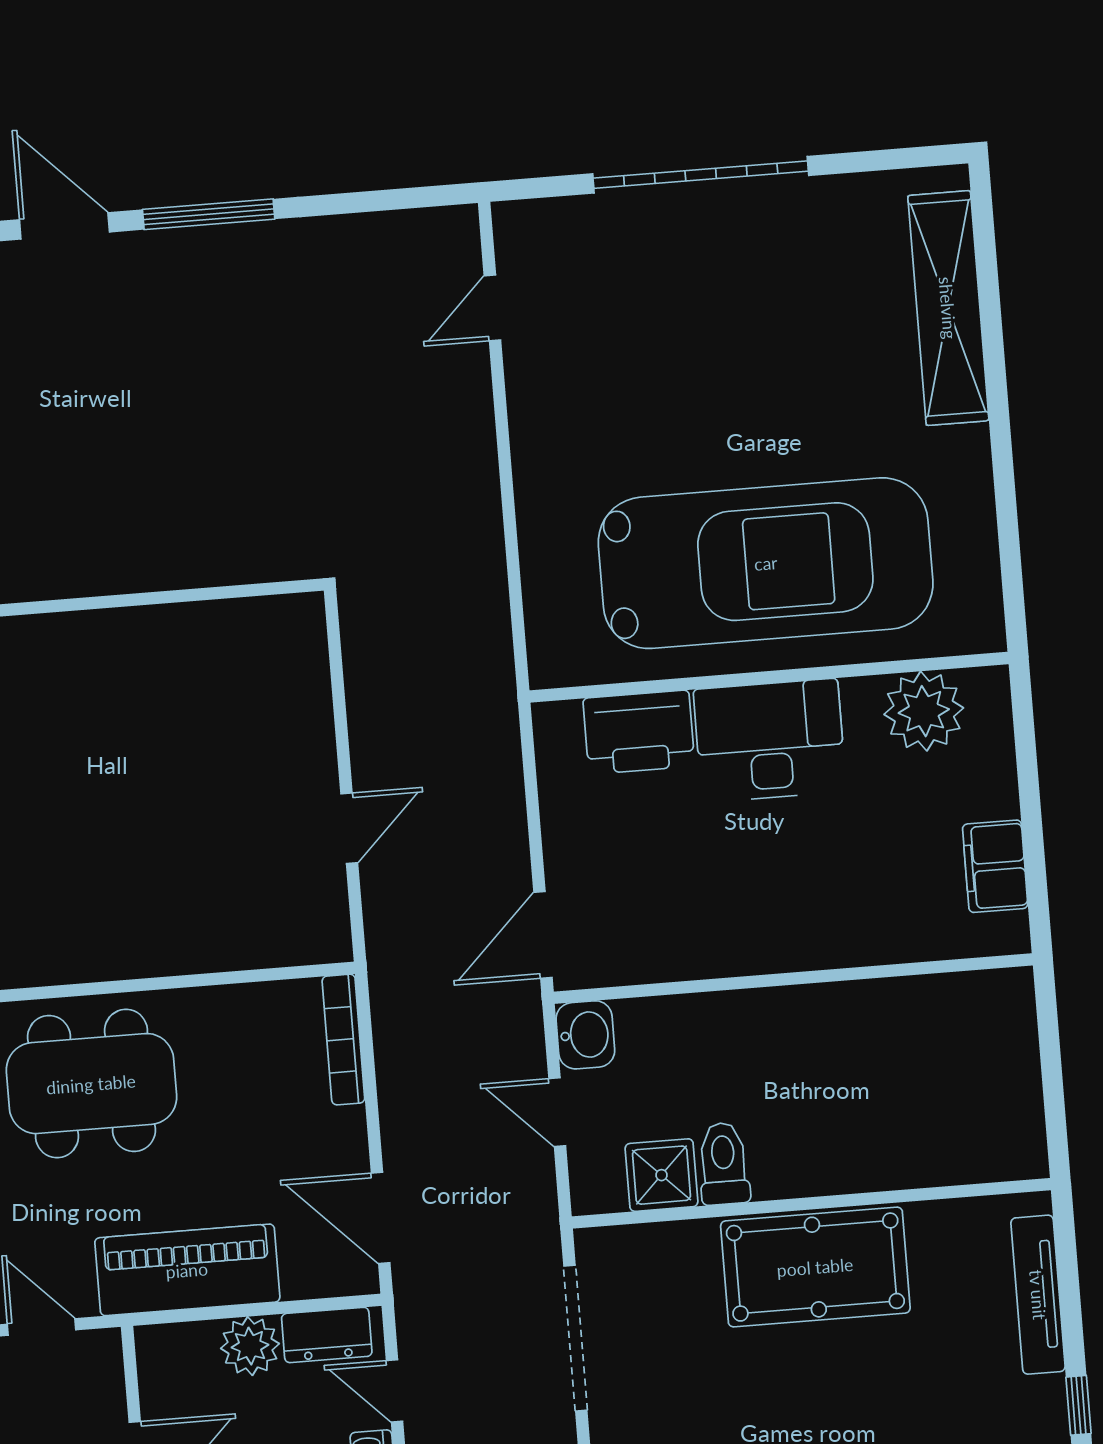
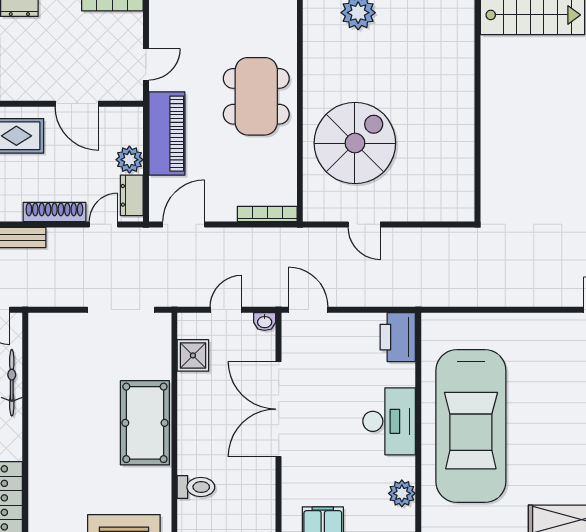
plant: (924, 711) -> (402, 493), width x0.73, depth x0.73
printer: (639, 732) -> (398, 337), moved
spiral stairs: (175, 862) -> (355, 143), added
double door: (762, 981) -> (279, 409), added
washbasin: (585, 1035) -> (265, 322), width x0.72, depth x0.69
toilet: (724, 1164) -> (196, 487), moved

